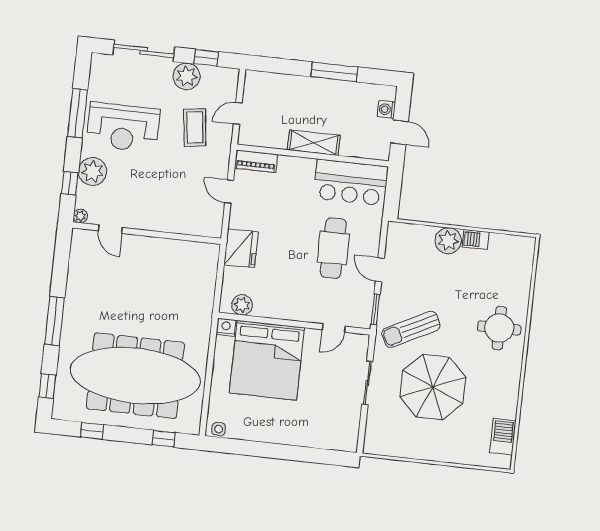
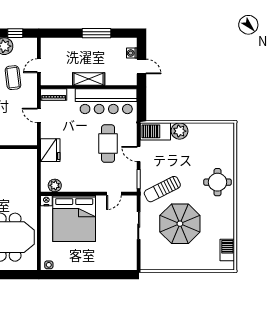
bar counter: (351, 182) -> (106, 101), width x1.36
barbecue: (476, 240) -> (155, 131), moved, width x1.88, depth x1.53
window: (164, 439) -> (15, 275), removed

